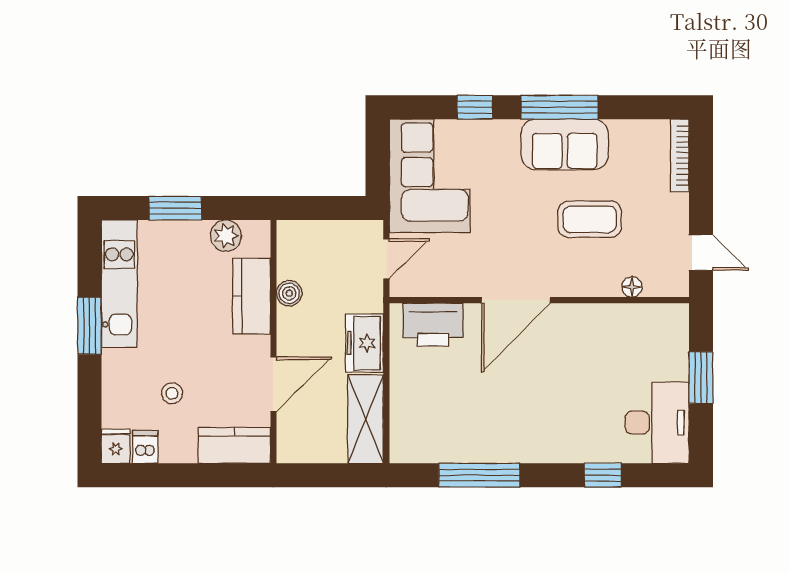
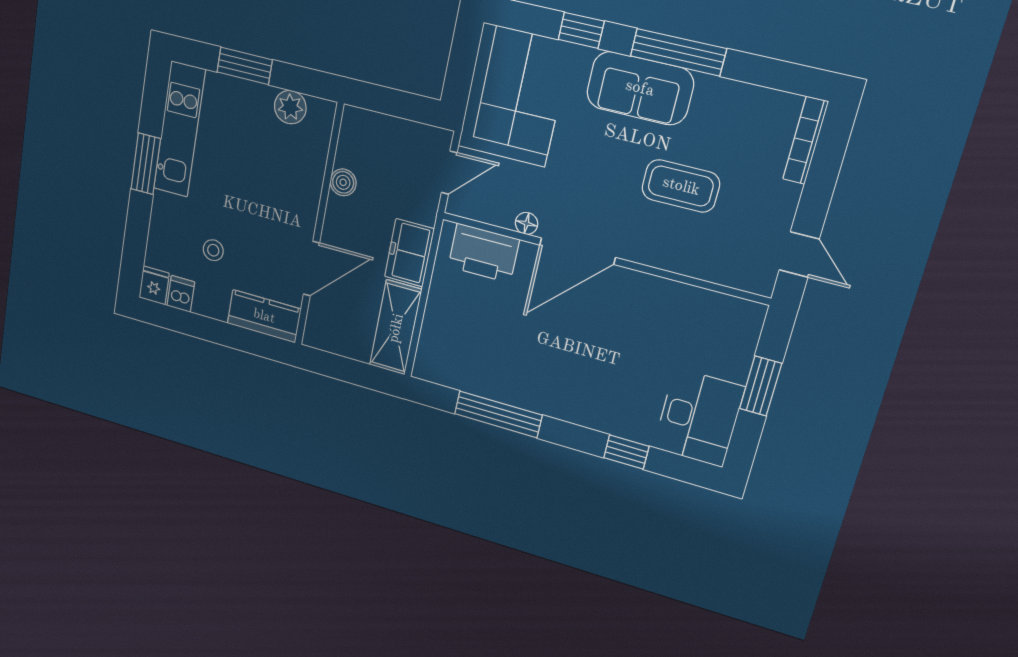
sofa: (565, 144) -> (640, 88), moved
floor lamp: (632, 287) -> (527, 223), moved
kitchen counter: (252, 296) -> (305, 175), removed

